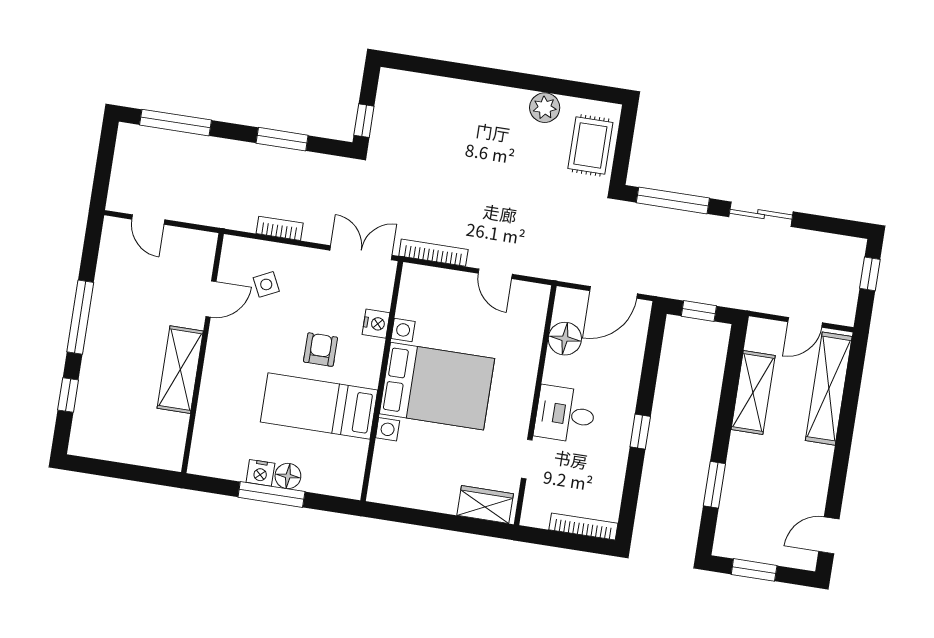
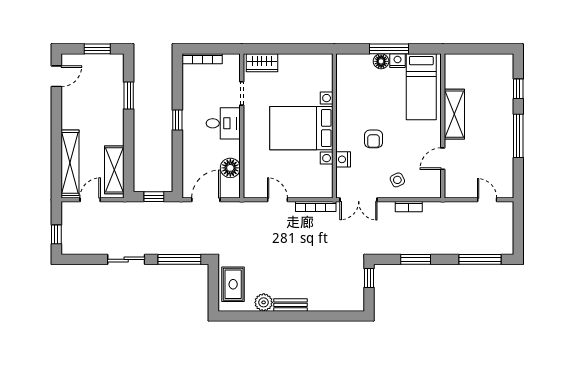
bench: (501, 96) -> (290, 305), added
side table: (266, 284) -> (397, 180), moved
shelving: (753, 393) -> (114, 170), moved
bed: (319, 406) -> (421, 87), moved, turned 90

